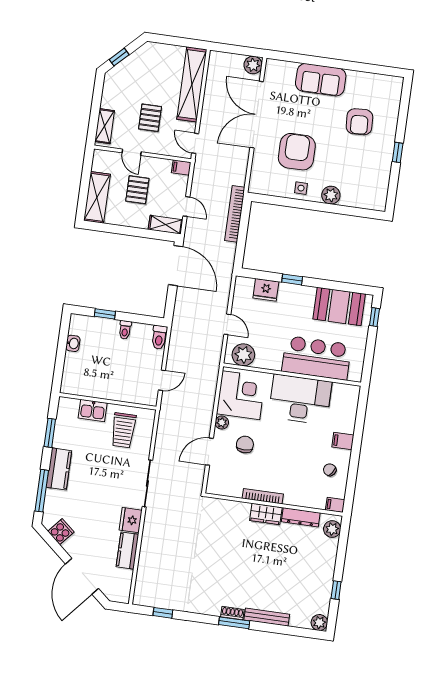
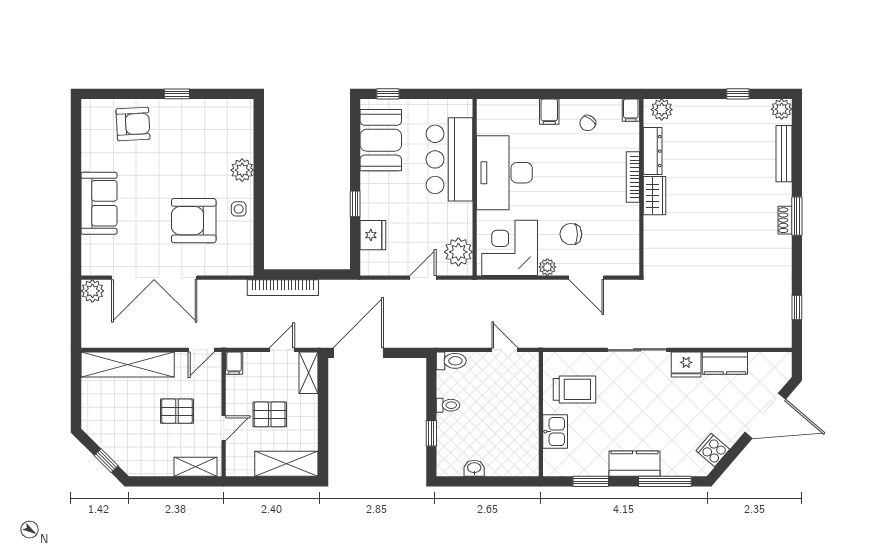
armchair: (359, 122) -> (133, 124), moved
bookcase: (263, 496) -> (633, 177), moved
bench: (267, 617) -> (784, 154), moved

